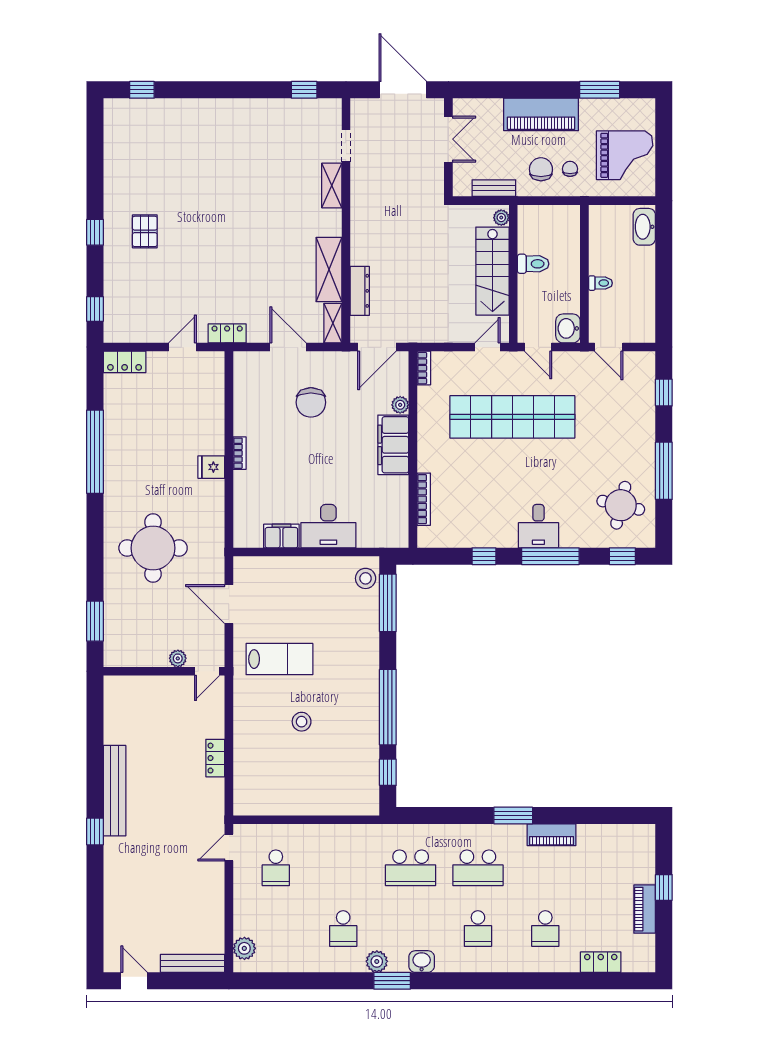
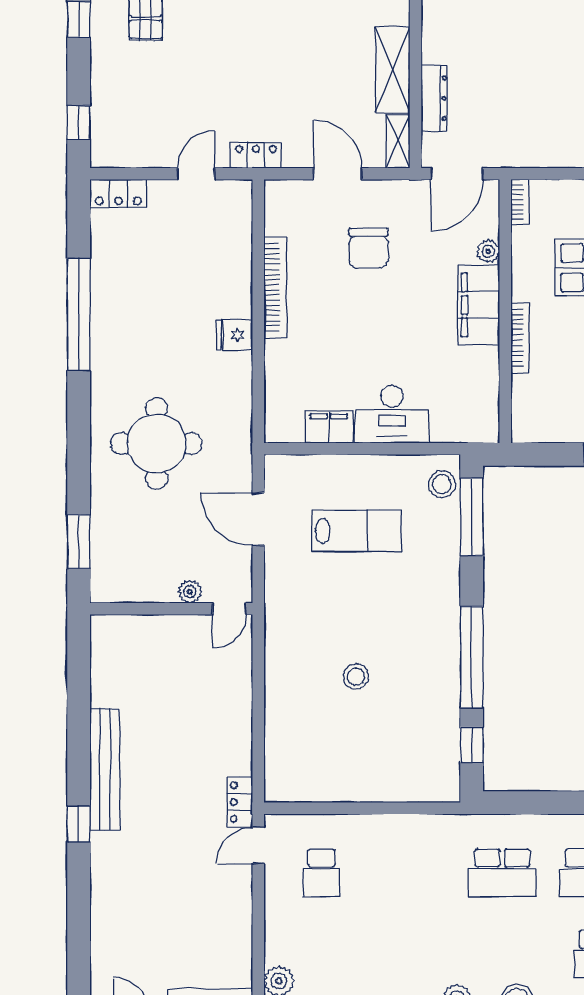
bookcase: (240, 453) -> (275, 287), width x2.31, depth x1.31
bookcase: (424, 499) -> (520, 338), moved
lab bench: (279, 659) -> (357, 531), moved
locker: (215, 758) -> (240, 802), moved
school desk: (343, 928) -> (412, 954), removed

